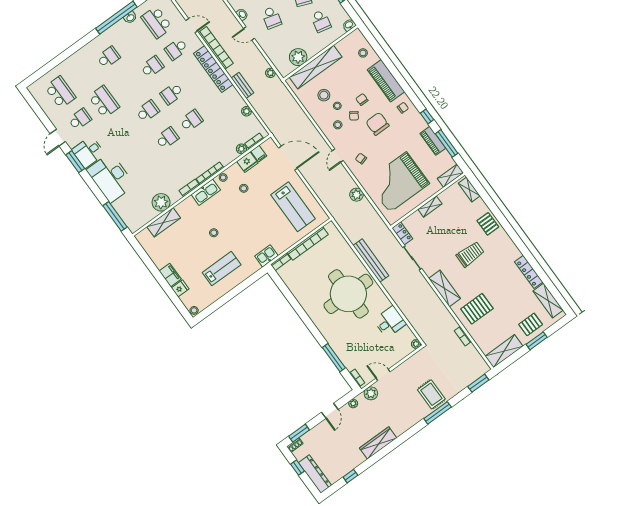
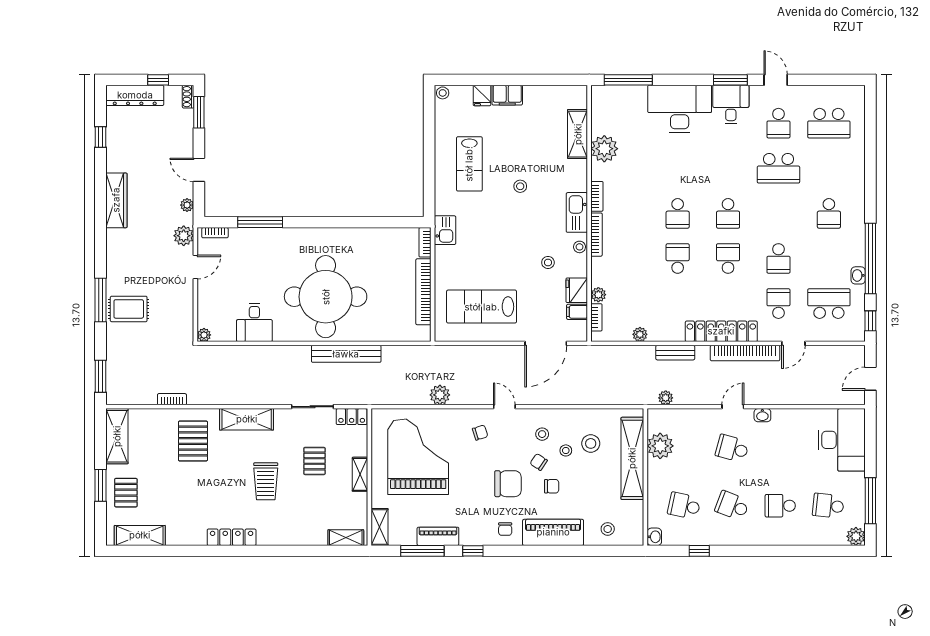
school desk: (191, 121) -> (678, 258), turned 180
pallet: (488, 224) -> (314, 461), moved, turned 90
locker: (529, 272) -> (232, 537), moved

